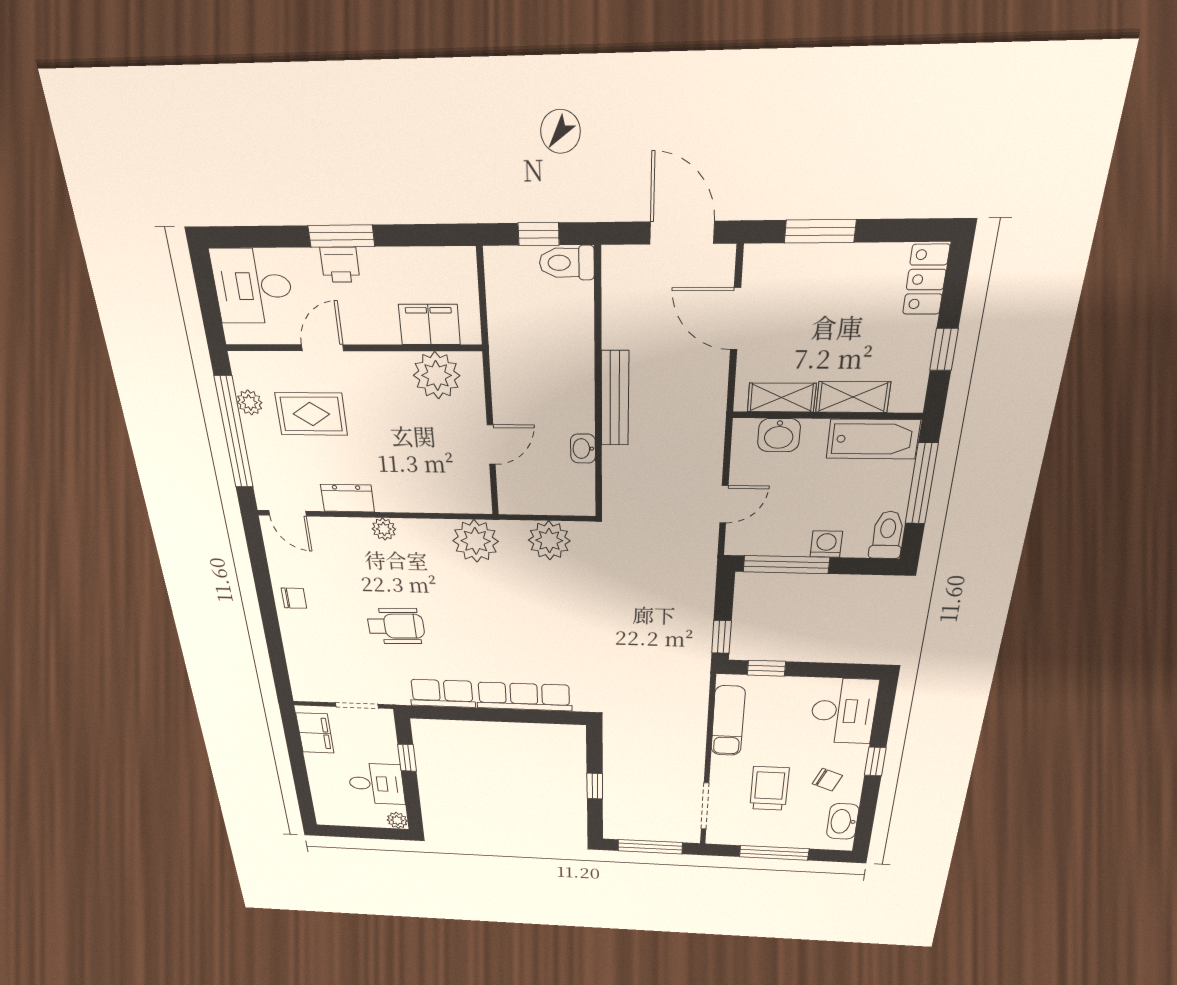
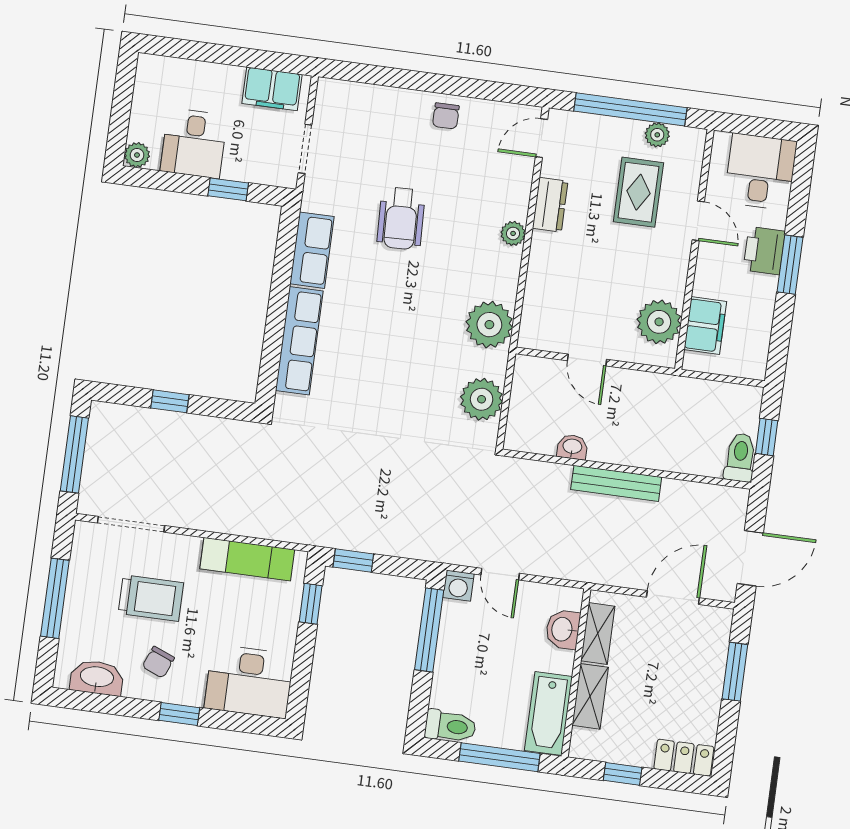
printer: (340, 265) -> (764, 251), width x1.36, depth x1.24
washing machine: (826, 544) -> (458, 586), moved, turned 90

